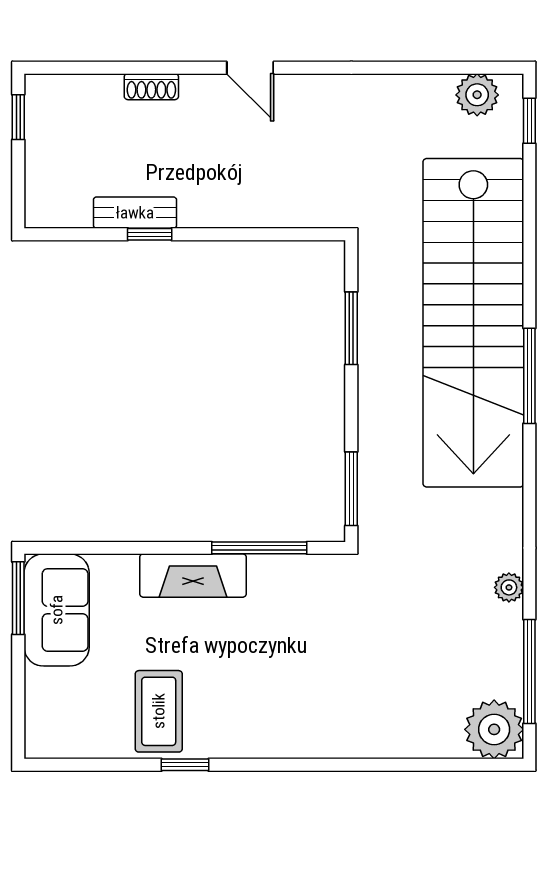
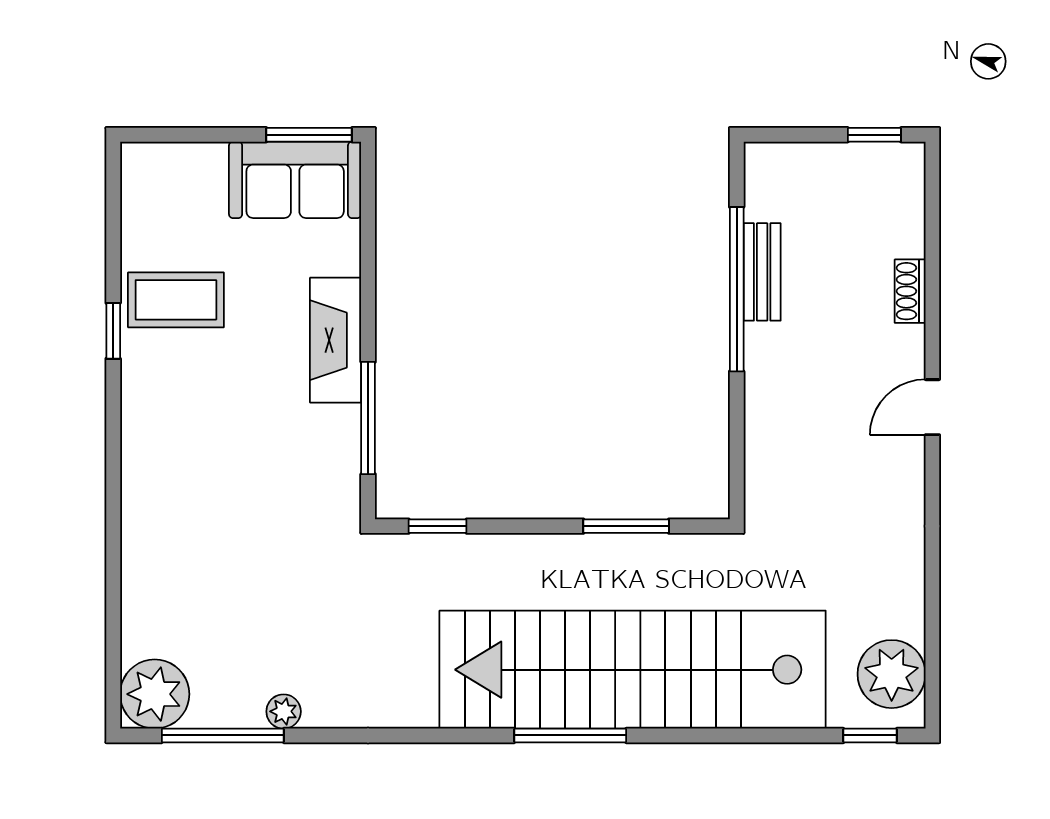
plant: (477, 95) -> (892, 674), width x1.36, depth x1.36
window: (150, 234) -> (737, 289), width x3.17
window: (351, 489) -> (438, 526), width x0.67
plant: (509, 587) -> (284, 711), moved

